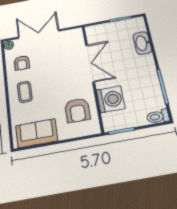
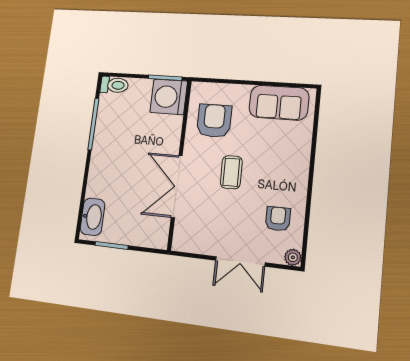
double door: (39, 34) -> (240, 261), width x0.73
washbasin: (142, 43) -> (92, 217), moved
coffee table: (25, 92) -> (231, 172), moved
washing machine: (111, 99) -> (169, 97), moved

